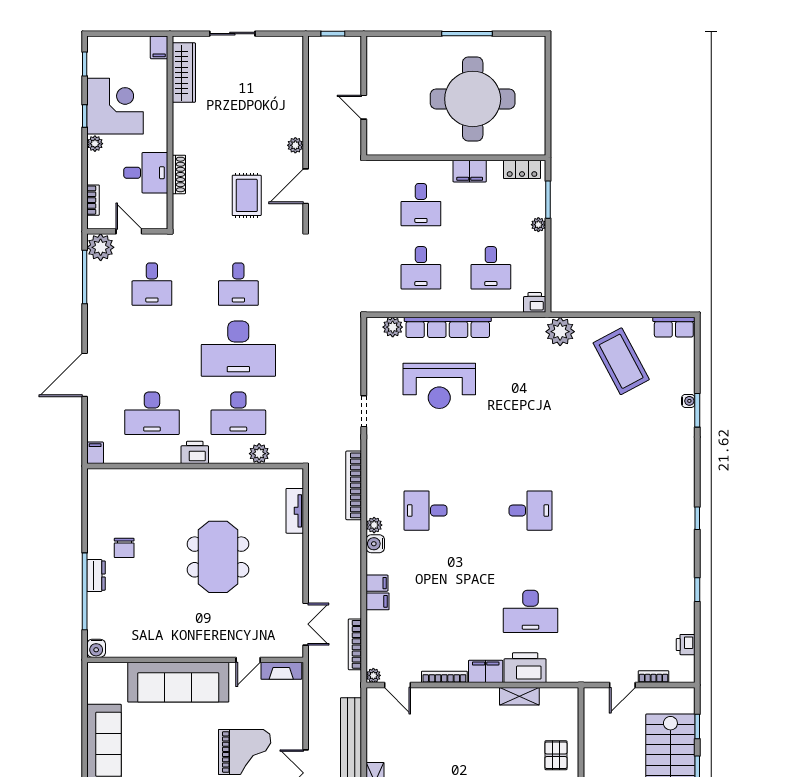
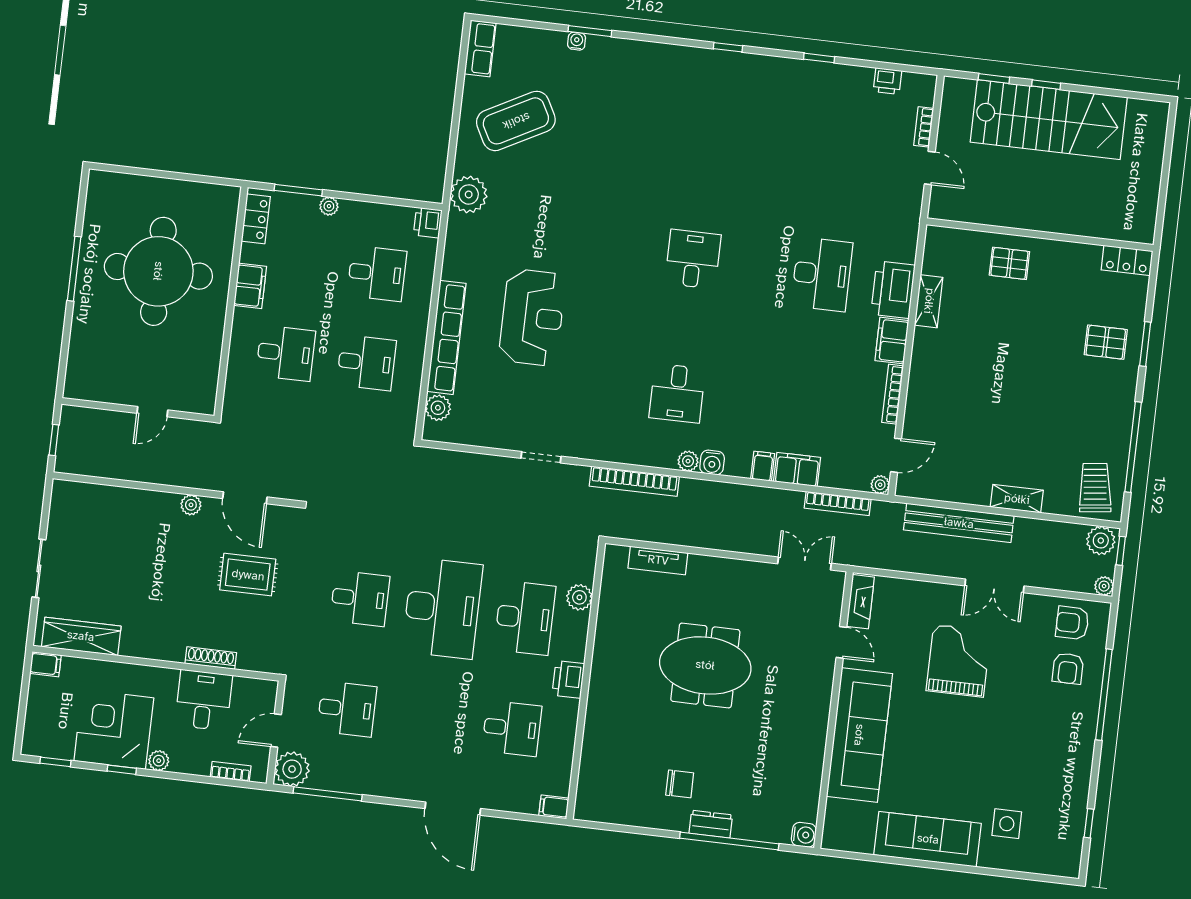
reception desk: (439, 386) -> (532, 317), moved
desk: (152, 413) -> (512, 728), width x0.73
filing cabinet: (378, 601) -> (797, 470), width x2.00

